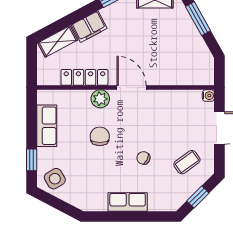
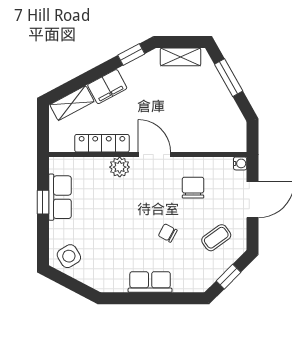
chair: (100, 136) -> (193, 188), moved
window: (32, 160) -> (43, 202), moved

